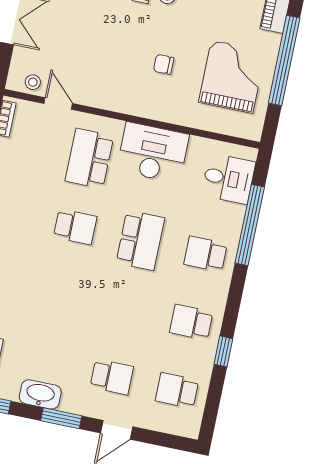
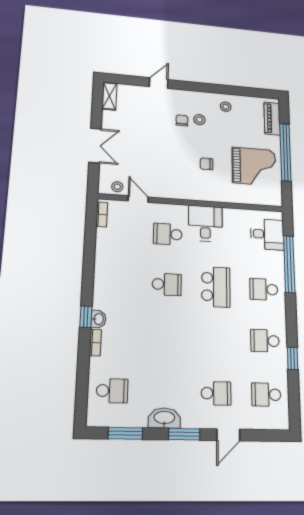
grand piano: (232, 77) -> (254, 166), turned 90
desk: (153, 153) -> (205, 223), width x0.73
school desk: (89, 159) -> (168, 234), width x0.54

